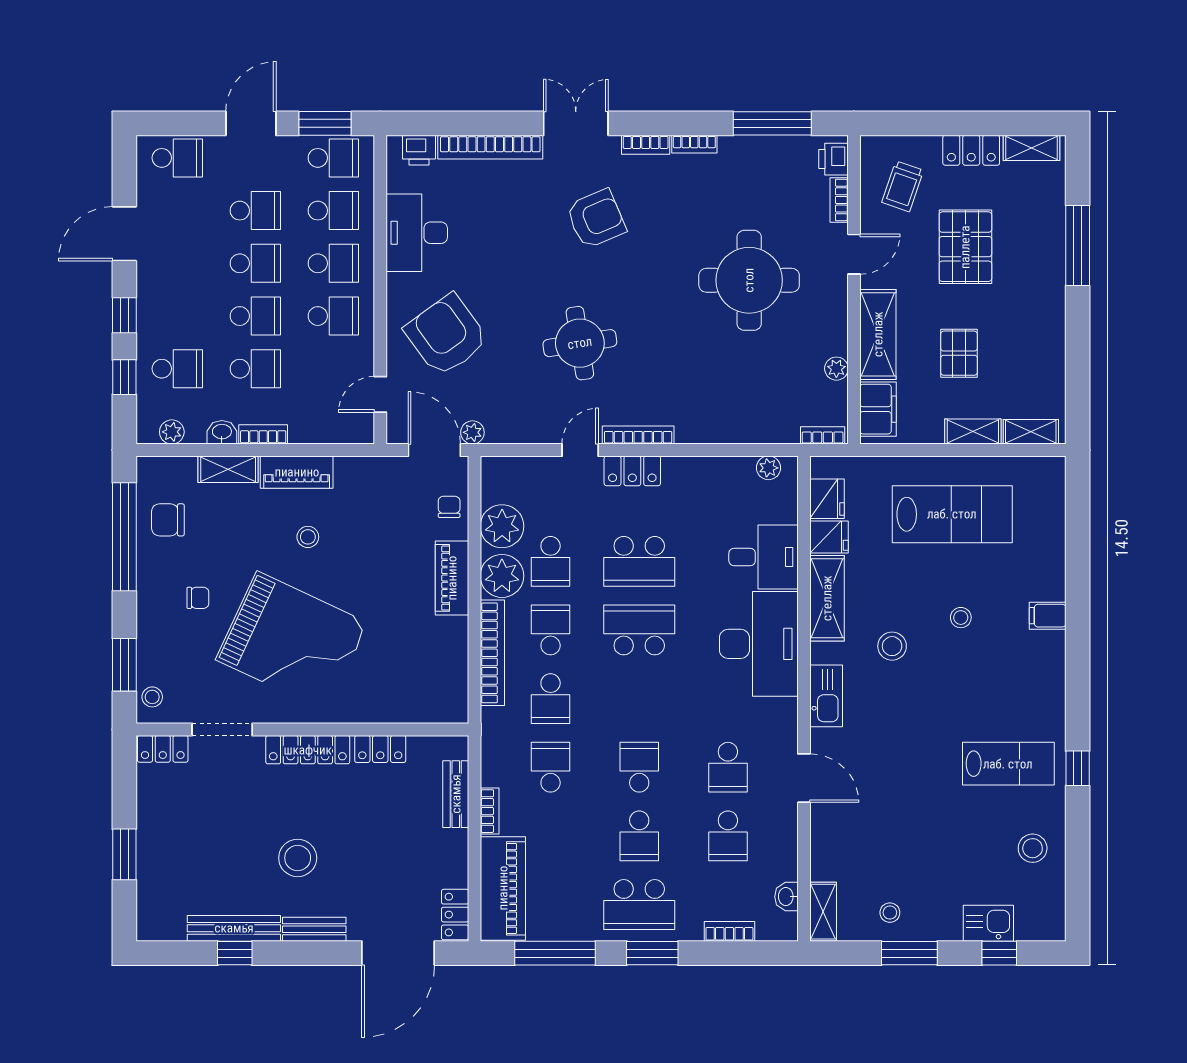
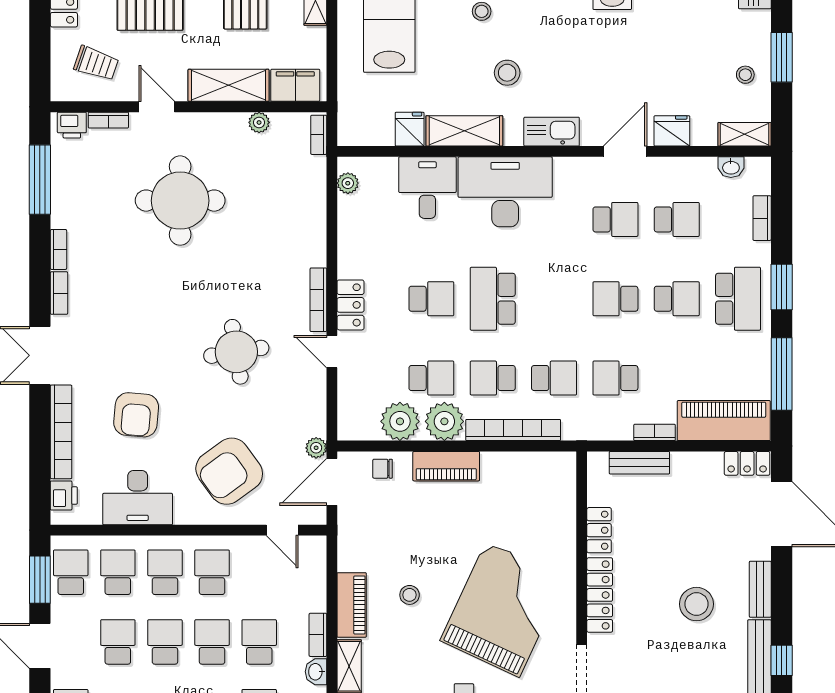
armchair: (596, 219) -> (136, 415), moved, turned -152
fridge: (827, 499) -> (672, 131), moved
school desk: (639, 561) -> (431, 299), width x0.54

